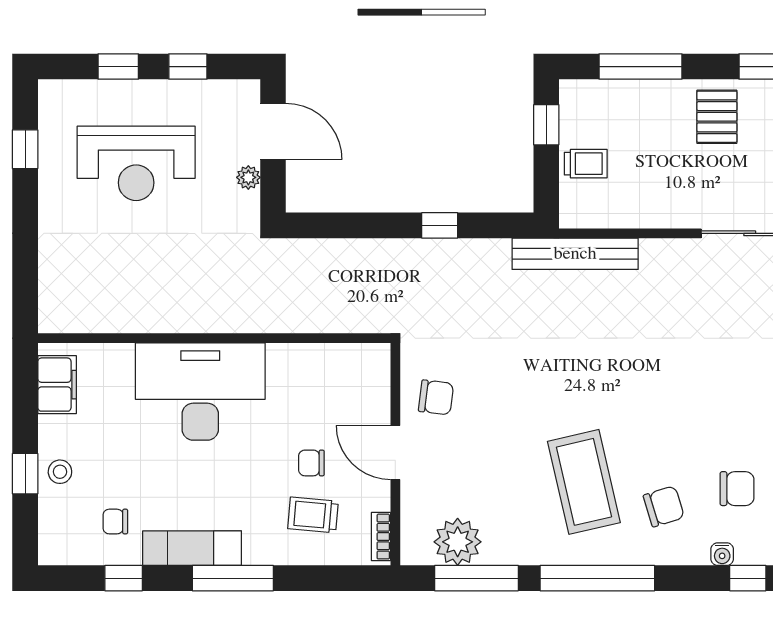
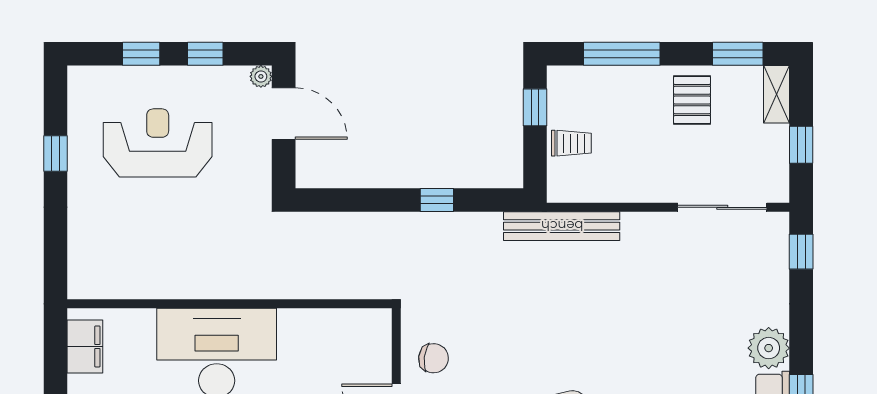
window: (25, 149) -> (56, 153), moved
reception desk: (136, 163) -> (158, 143), turned 180
plant: (248, 177) -> (261, 76), moved

